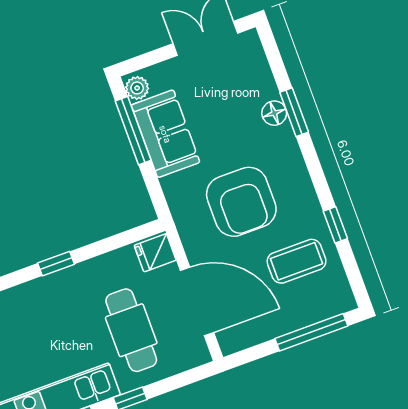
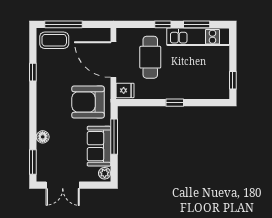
window: (294, 112) -> (33, 162), moved
window: (133, 131) -> (114, 137), moved
armchair: (241, 202) -> (88, 102), moved, turned -90
coffee table: (297, 261) -> (54, 40), moved

